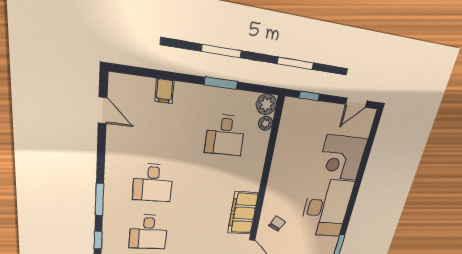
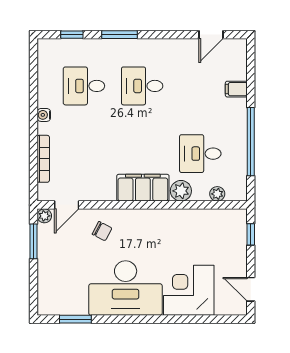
window: (221, 83) -> (251, 142), width x2.11
plant: (266, 104) -> (181, 191), moved
filing cabinet: (243, 213) -> (143, 188), moved

